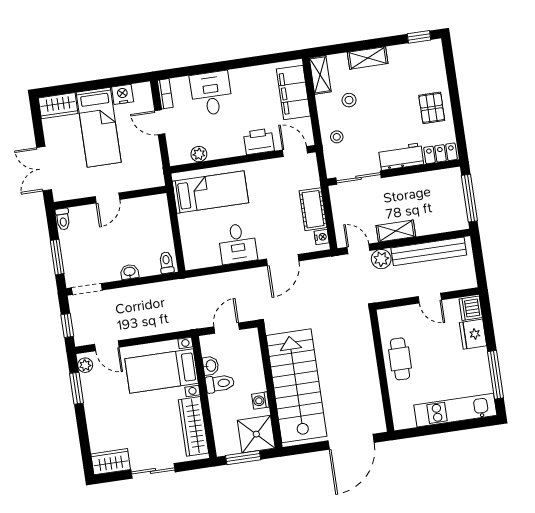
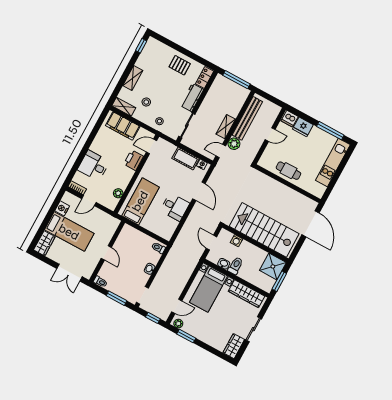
washing machine: (260, 401) -> (237, 241), moved

